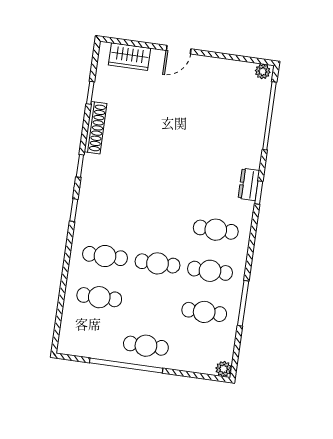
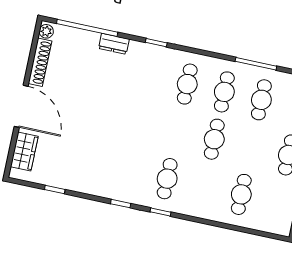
door: (179, 50) -> (21, 106), width x1.88
shoe rack: (96, 128) -> (40, 62), moved, turned 90
dresser: (249, 184) -> (114, 44), moved
cafe table: (105, 256) -> (167, 179), moved

